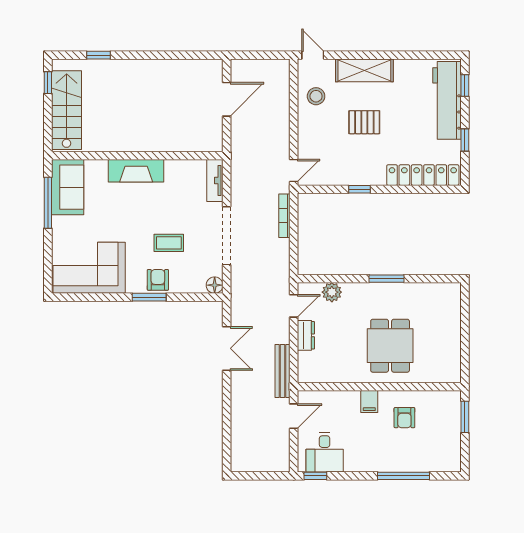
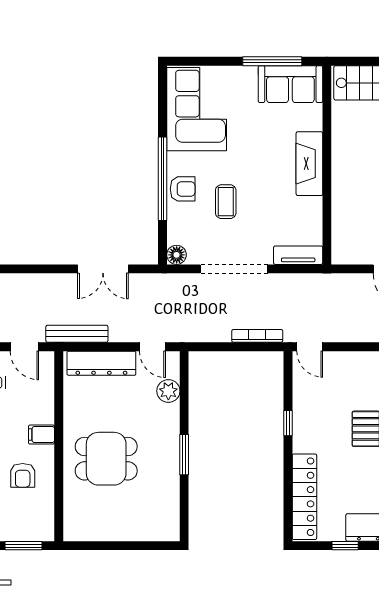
window: (149, 297) -> (163, 179), width x2.11
dresser: (306, 335) -> (101, 363), width x1.96, depth x1.24
armchair: (404, 418) -> (23, 475), turned -90

